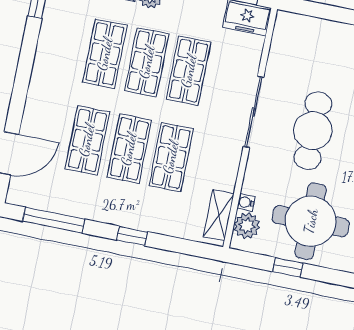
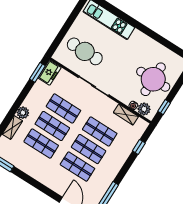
cafe table: (313, 131) -> (85, 51), moved
shelving: (219, 215) -> (126, 115), moved
window: (132, 236) -> (139, 147), moved
window: (288, 267) -> (164, 107), moved

